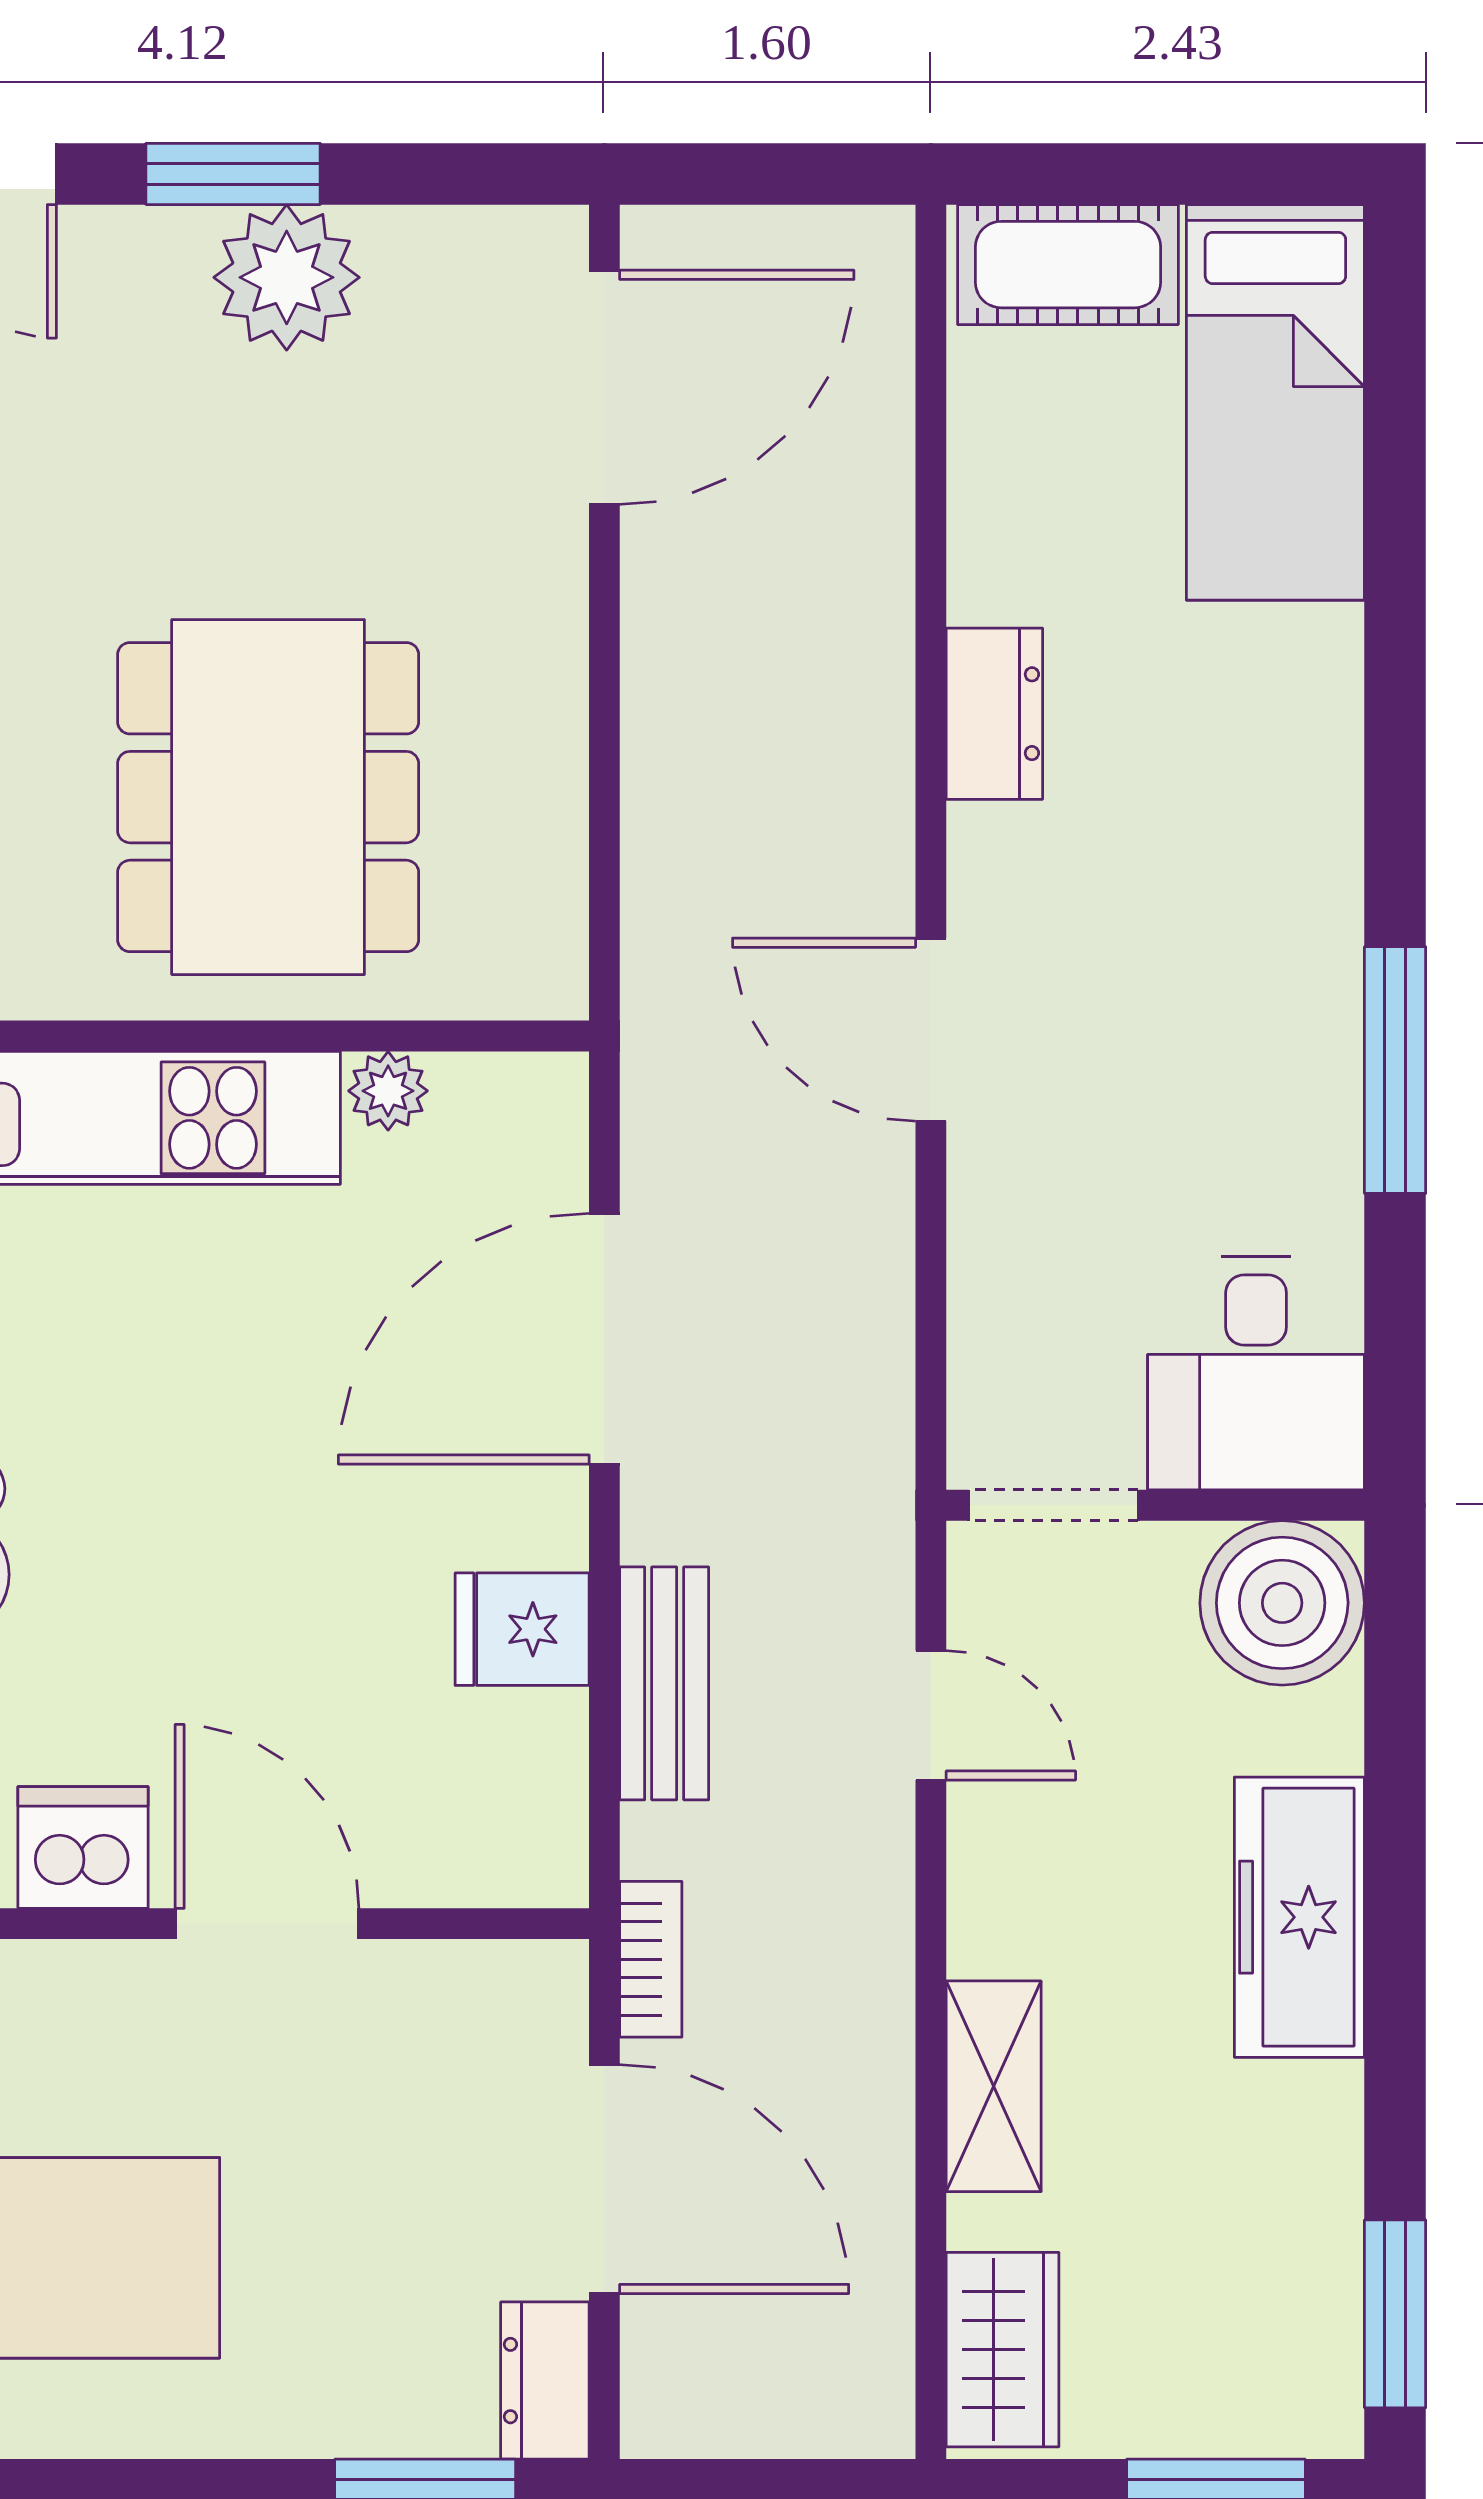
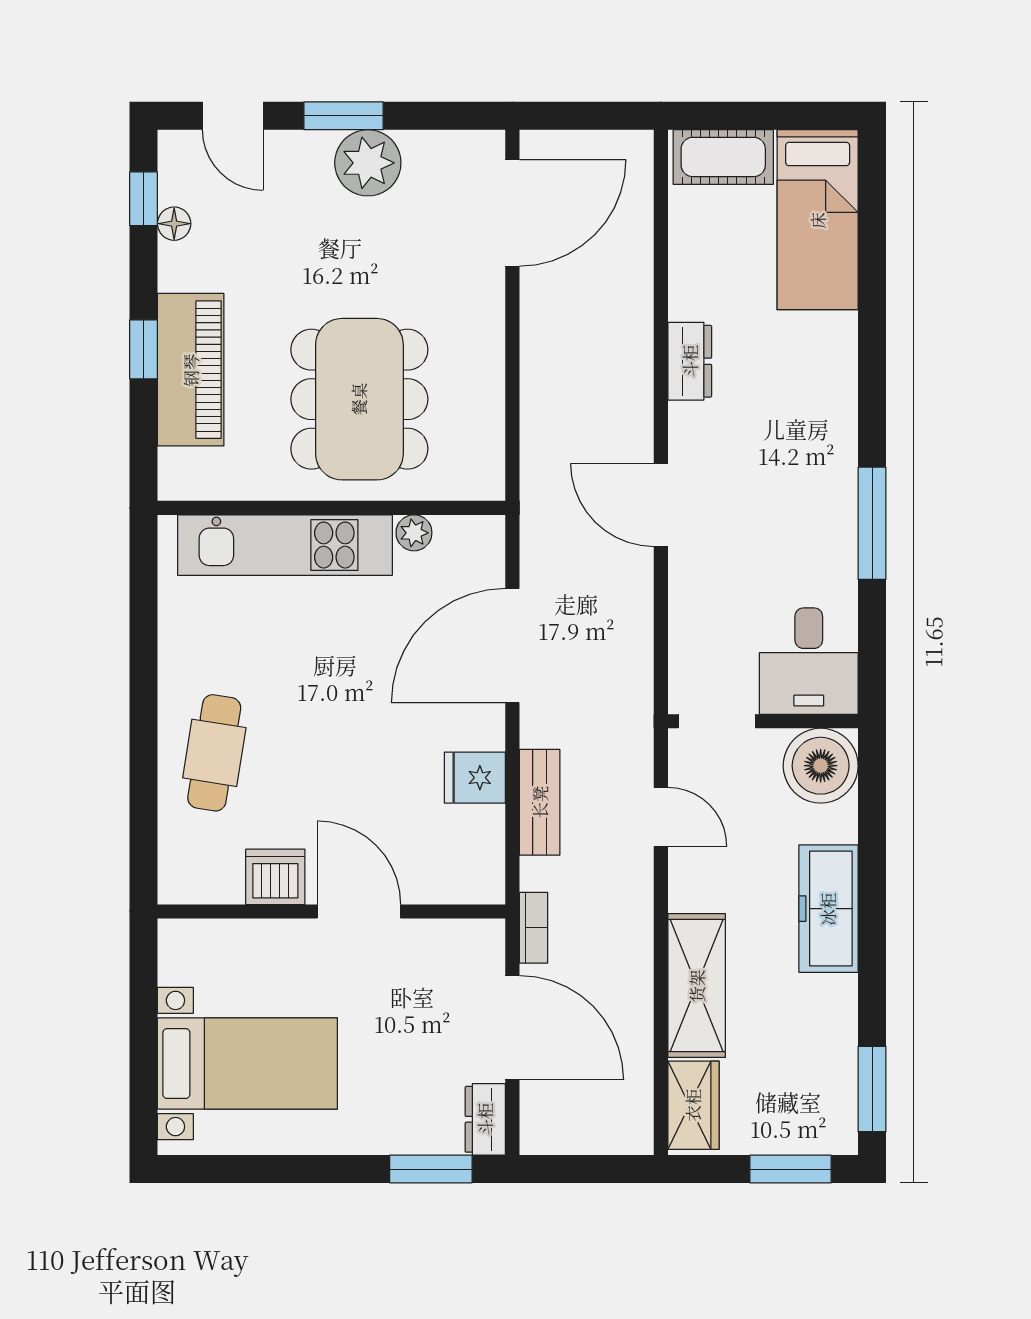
shelving: (994, 2086) -> (697, 986), width x1.50, depth x1.33

